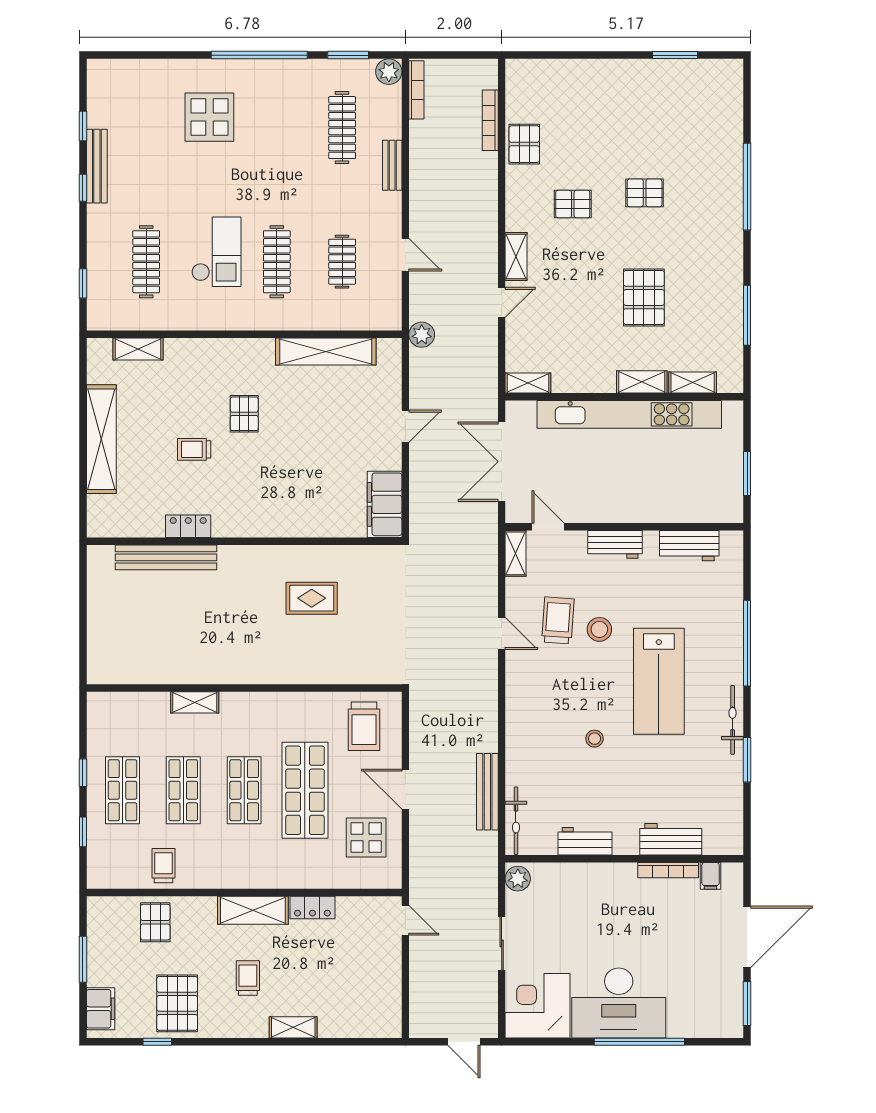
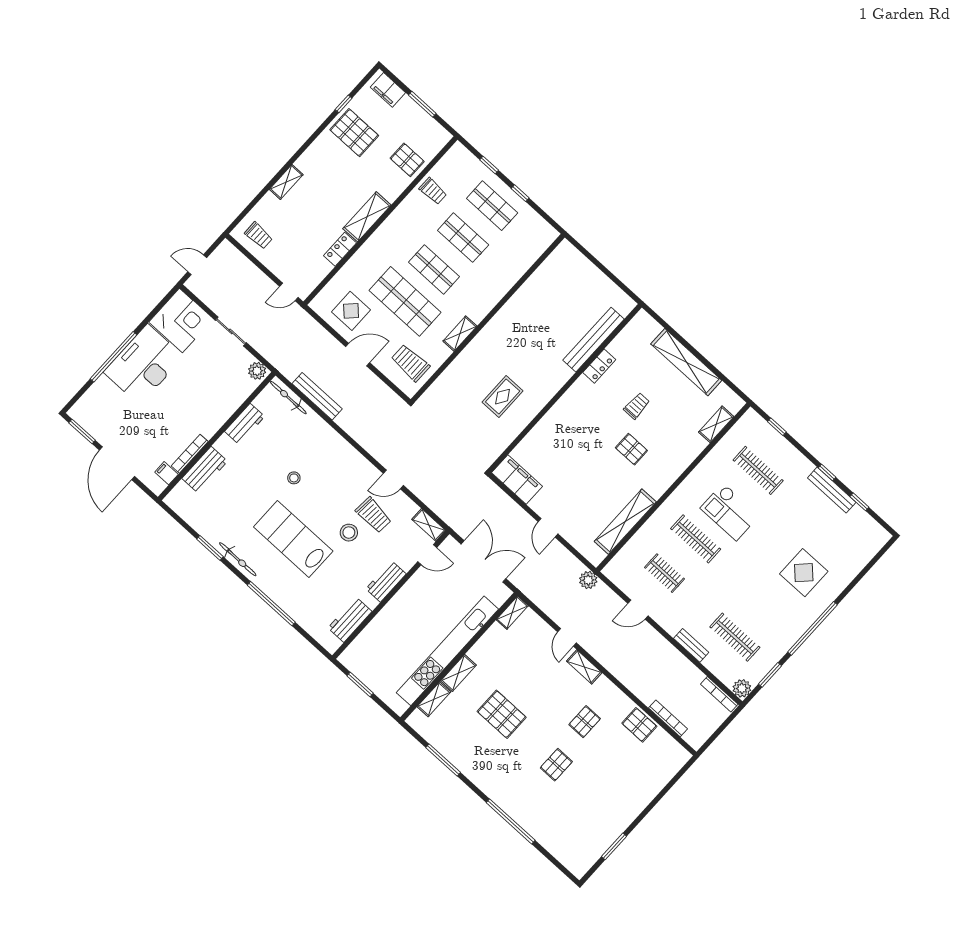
shelving: (195, 702) -> (460, 334), moved
trolley: (248, 978) -> (259, 236), moved

